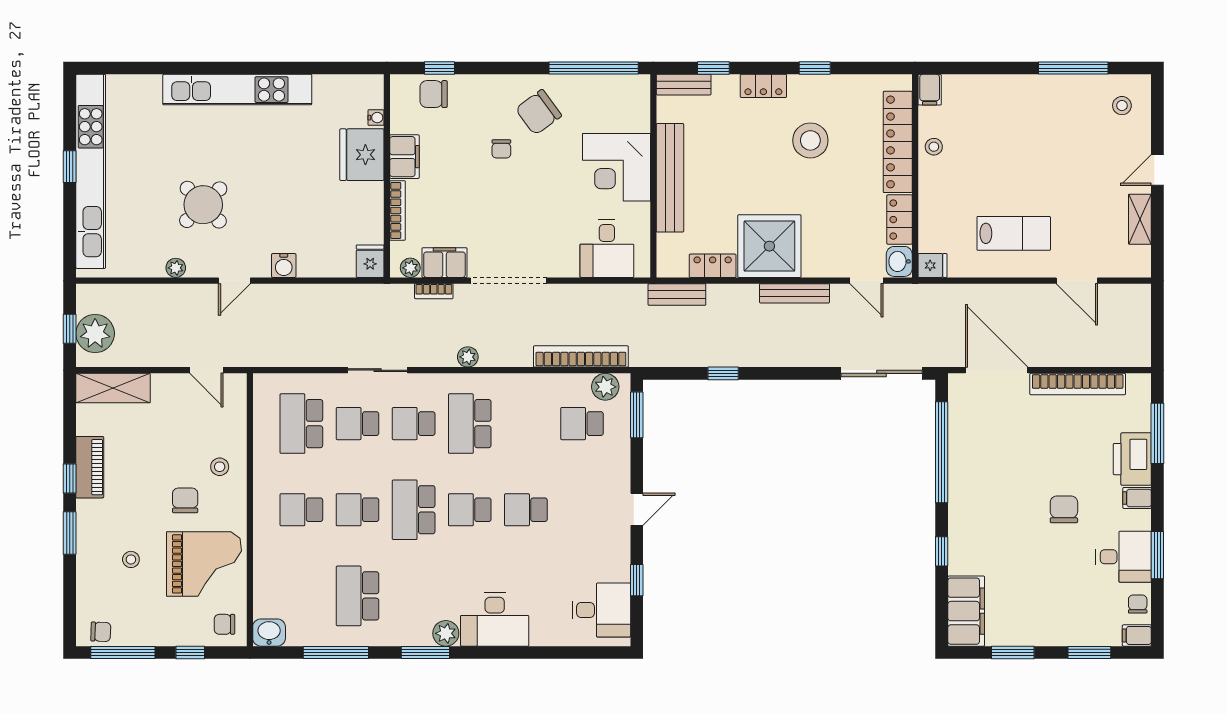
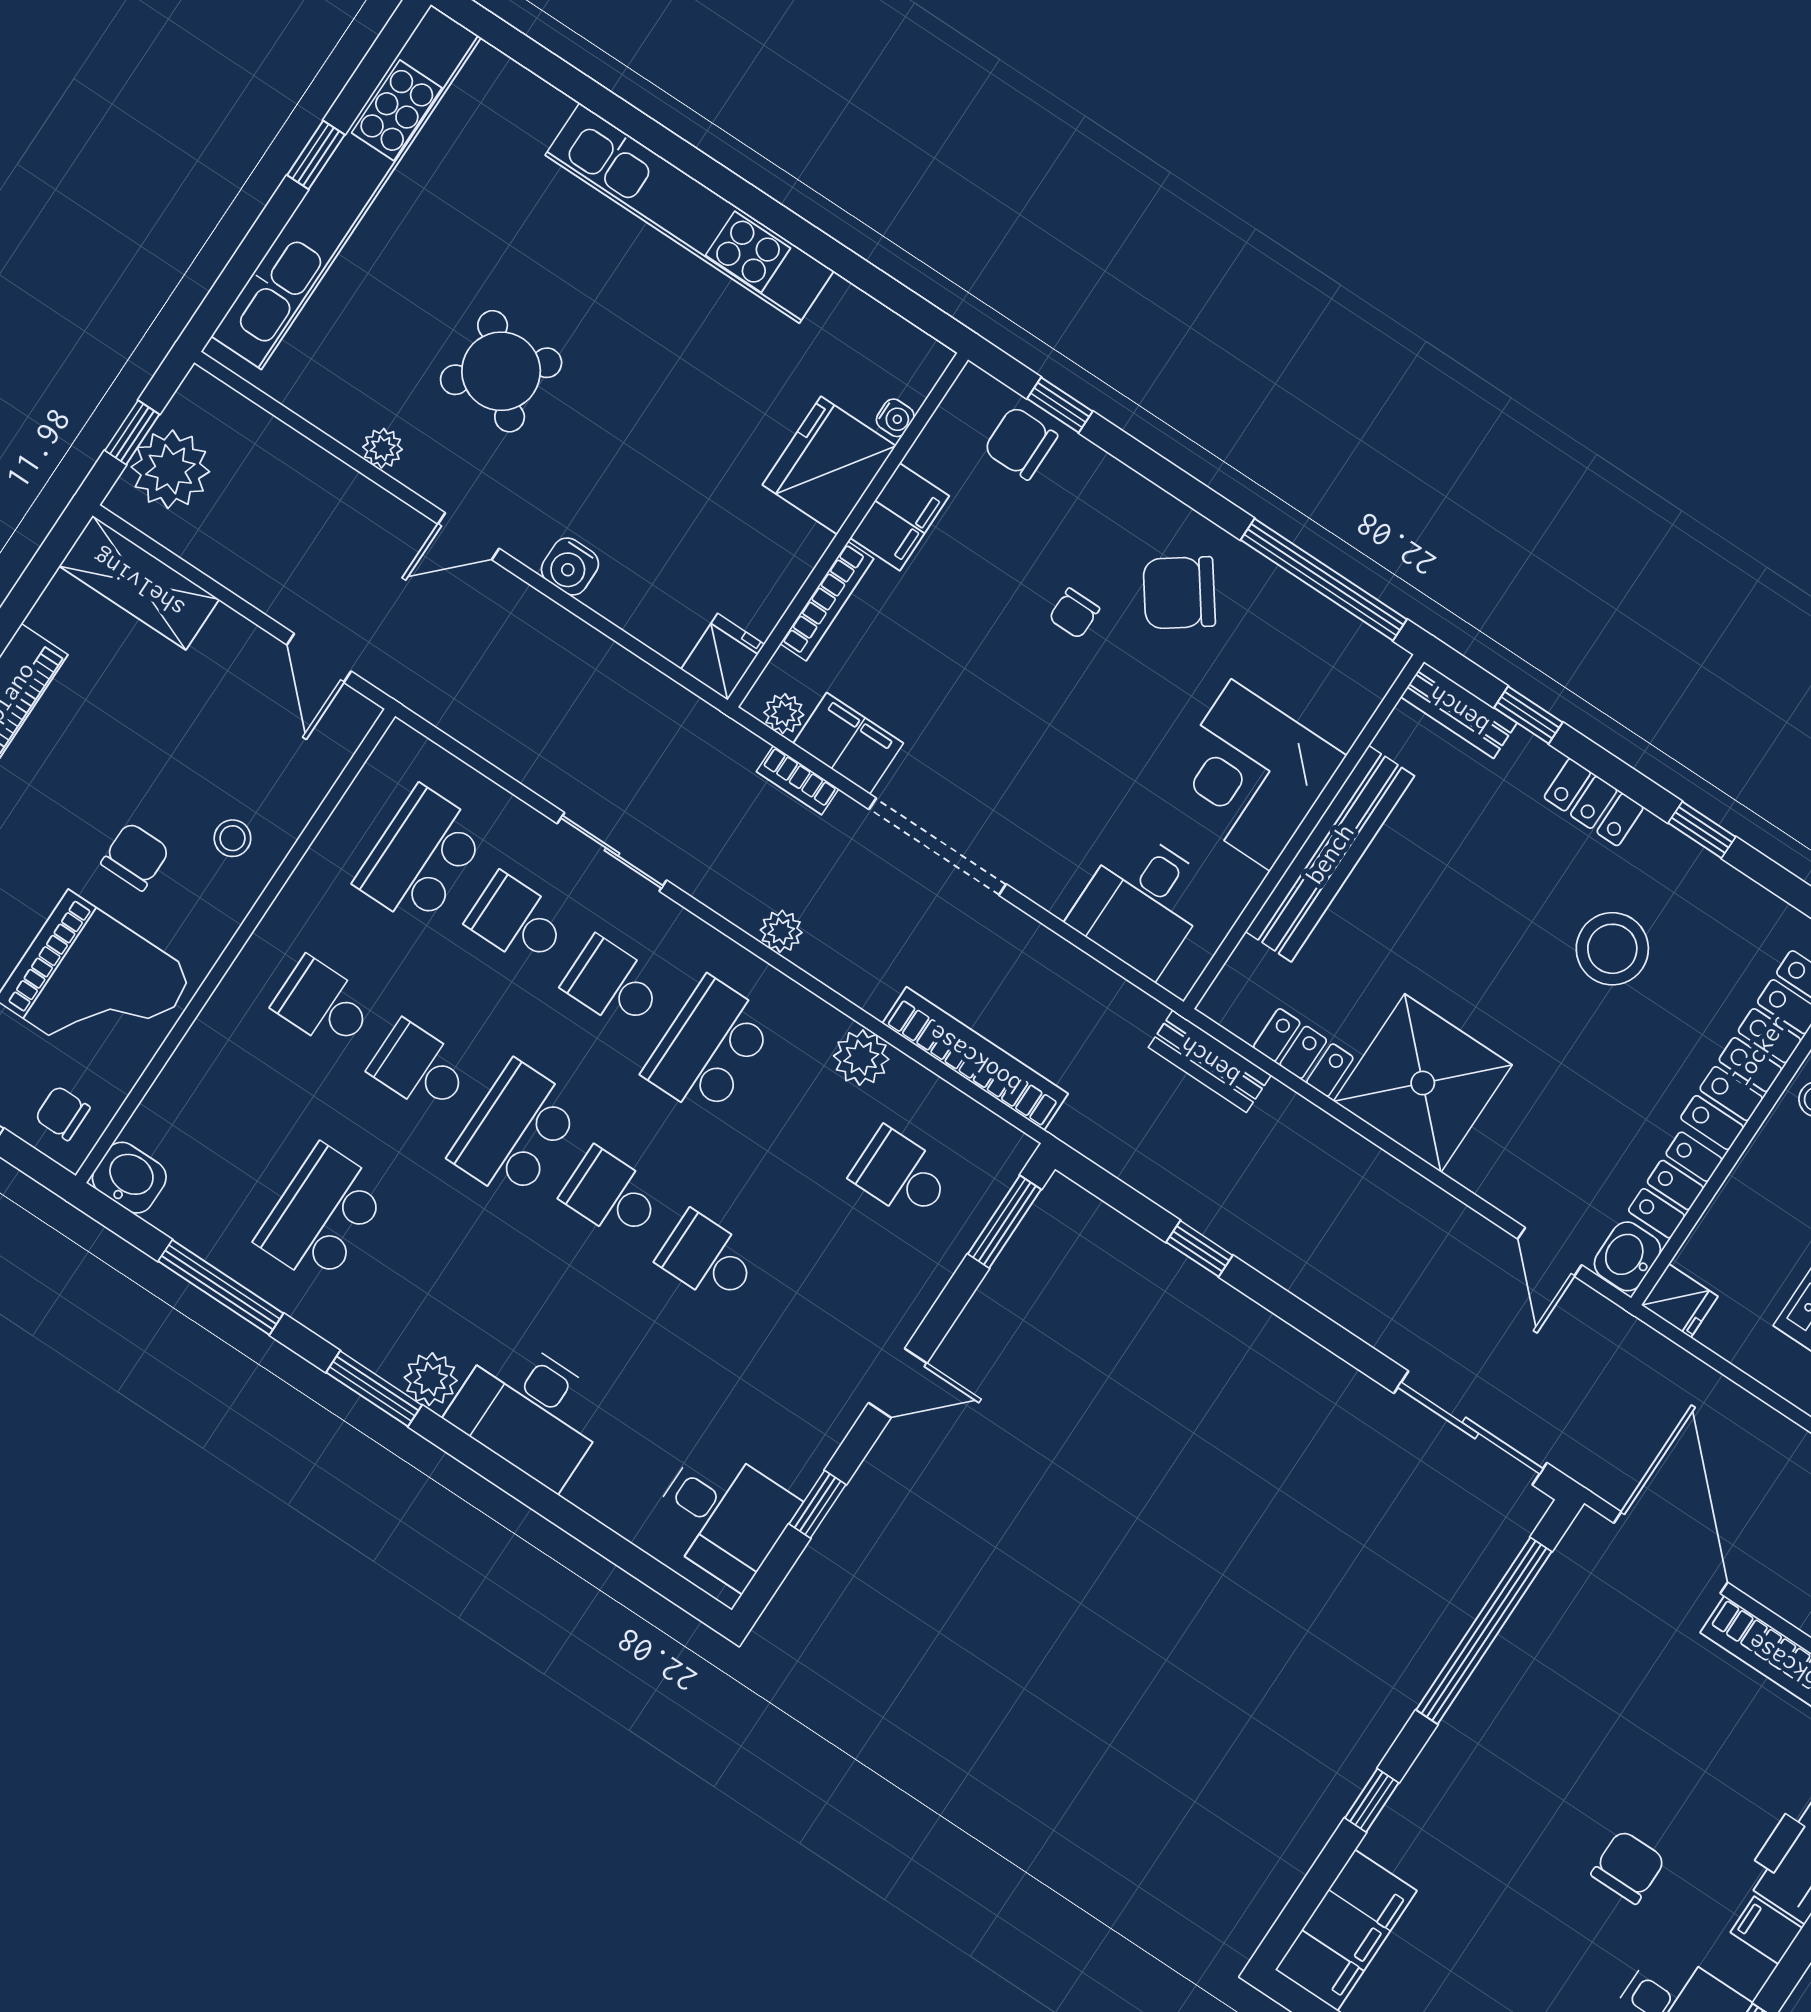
bench: (795, 293) -> (1412, 1192), removed
plant: (605, 387) -> (861, 1058), moved

